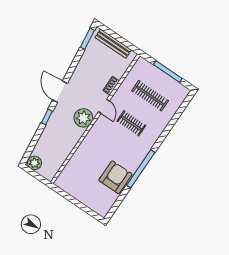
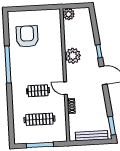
plant: (83, 118) -> (73, 56), moved
plant: (34, 163) -> (69, 14), moved
armchair: (115, 177) -> (27, 36), moved, turned 180

